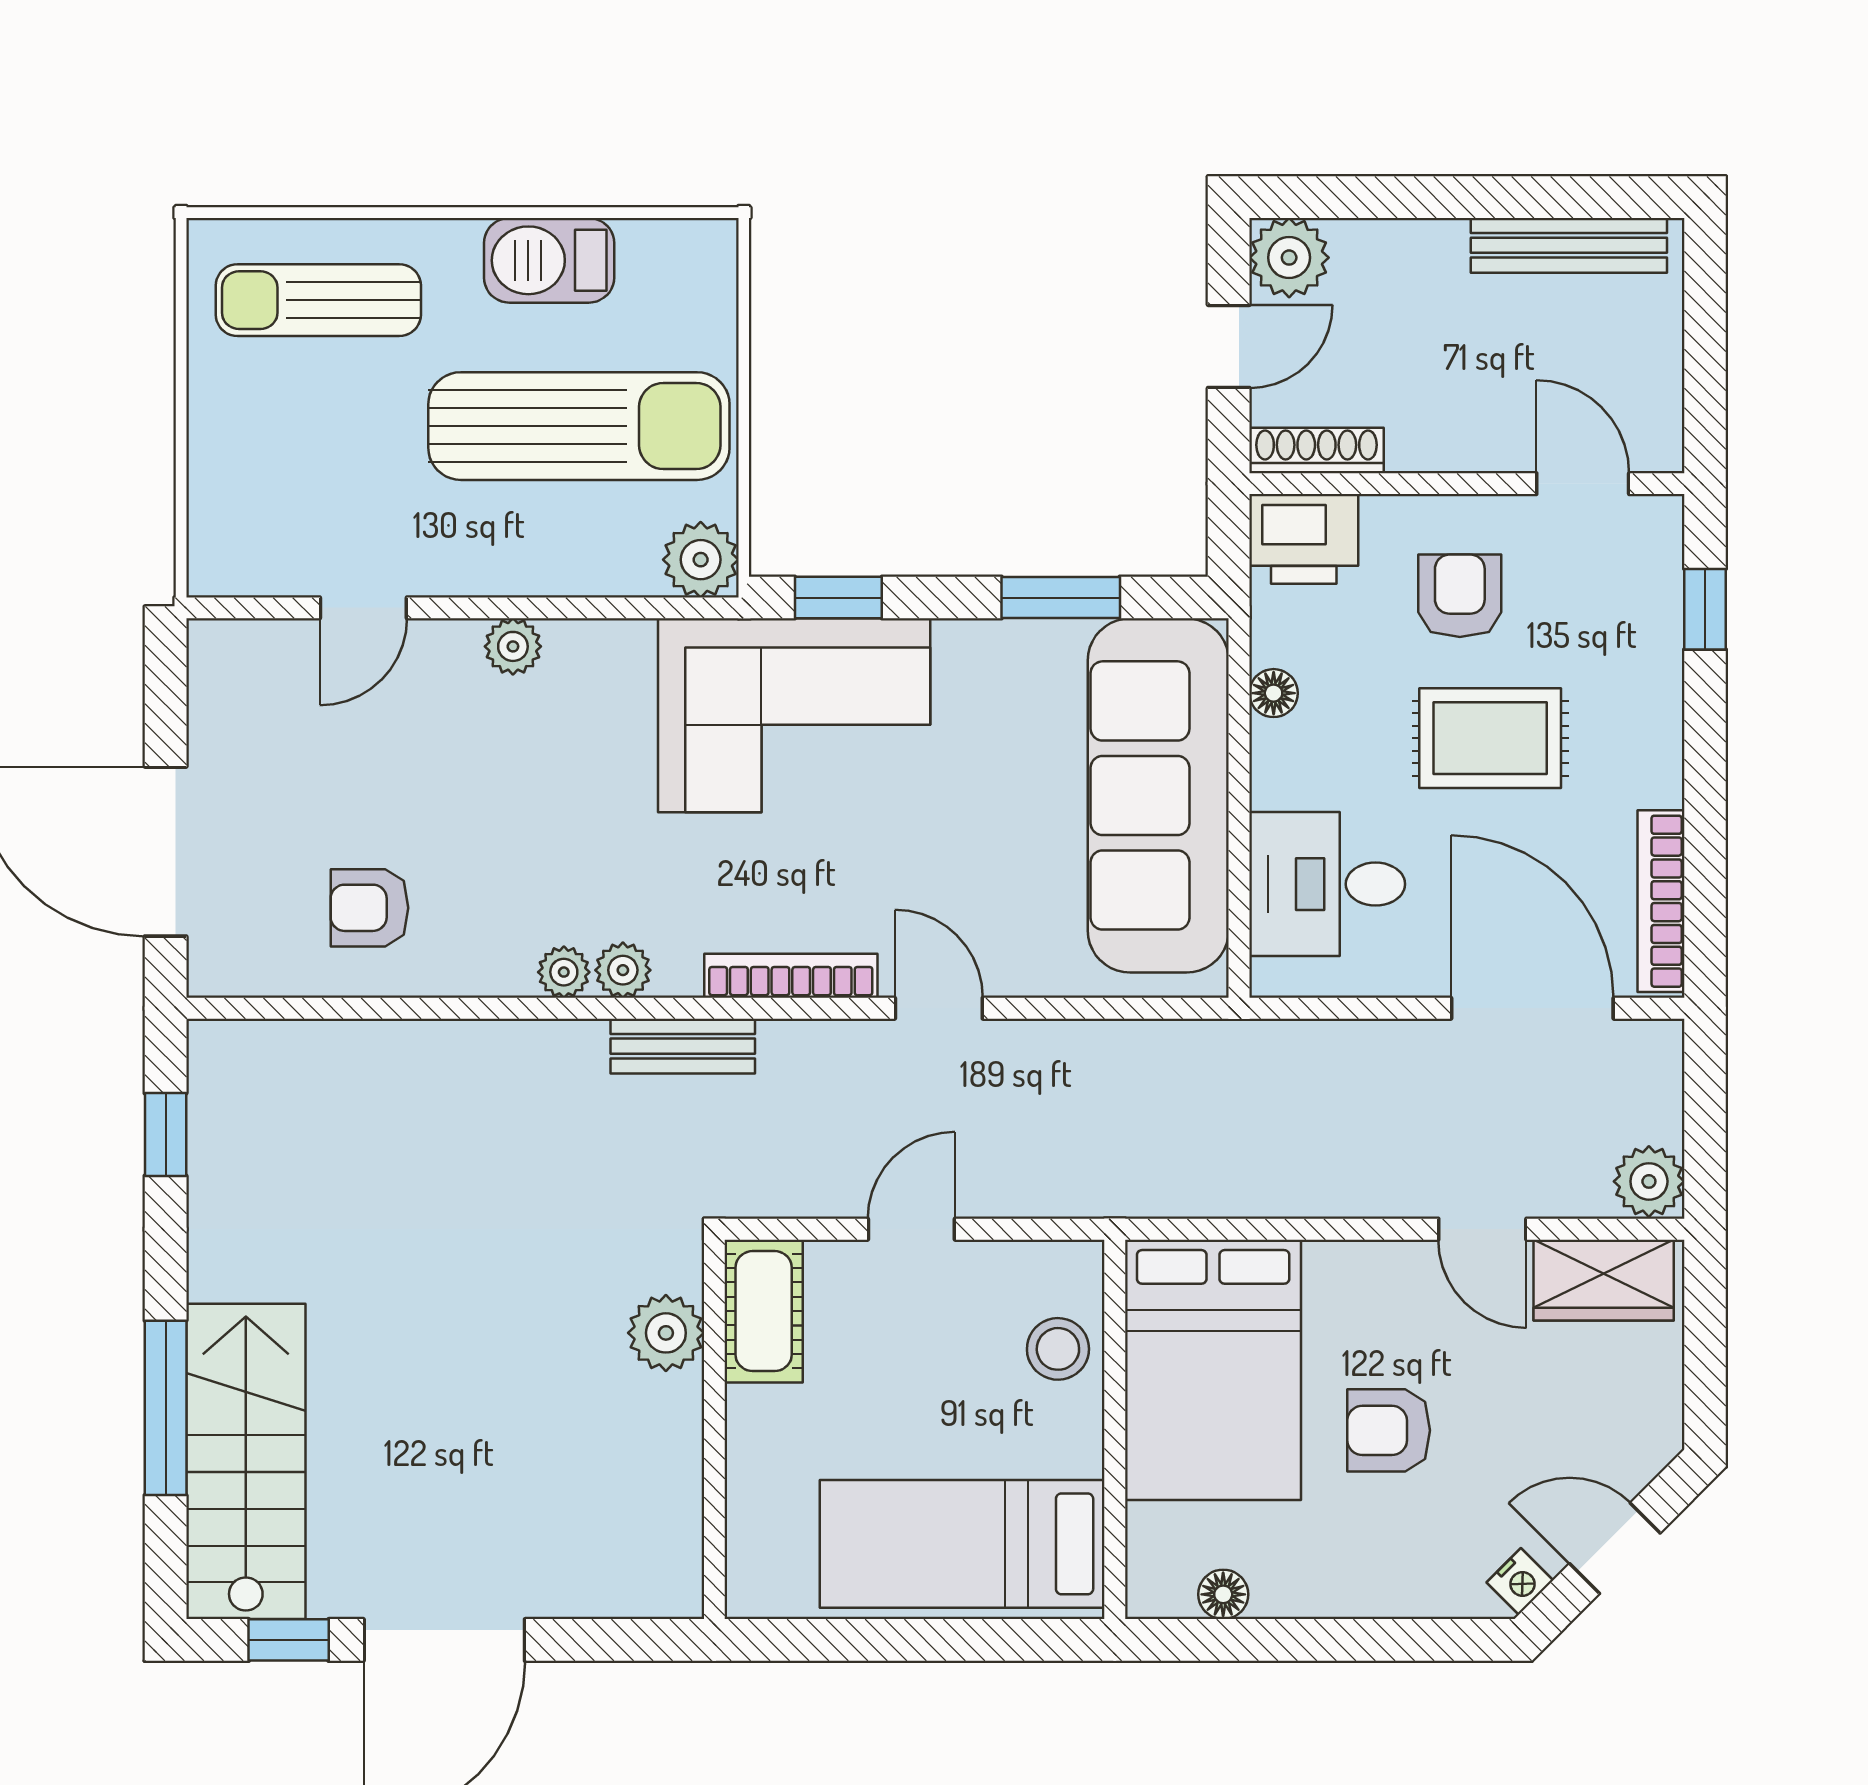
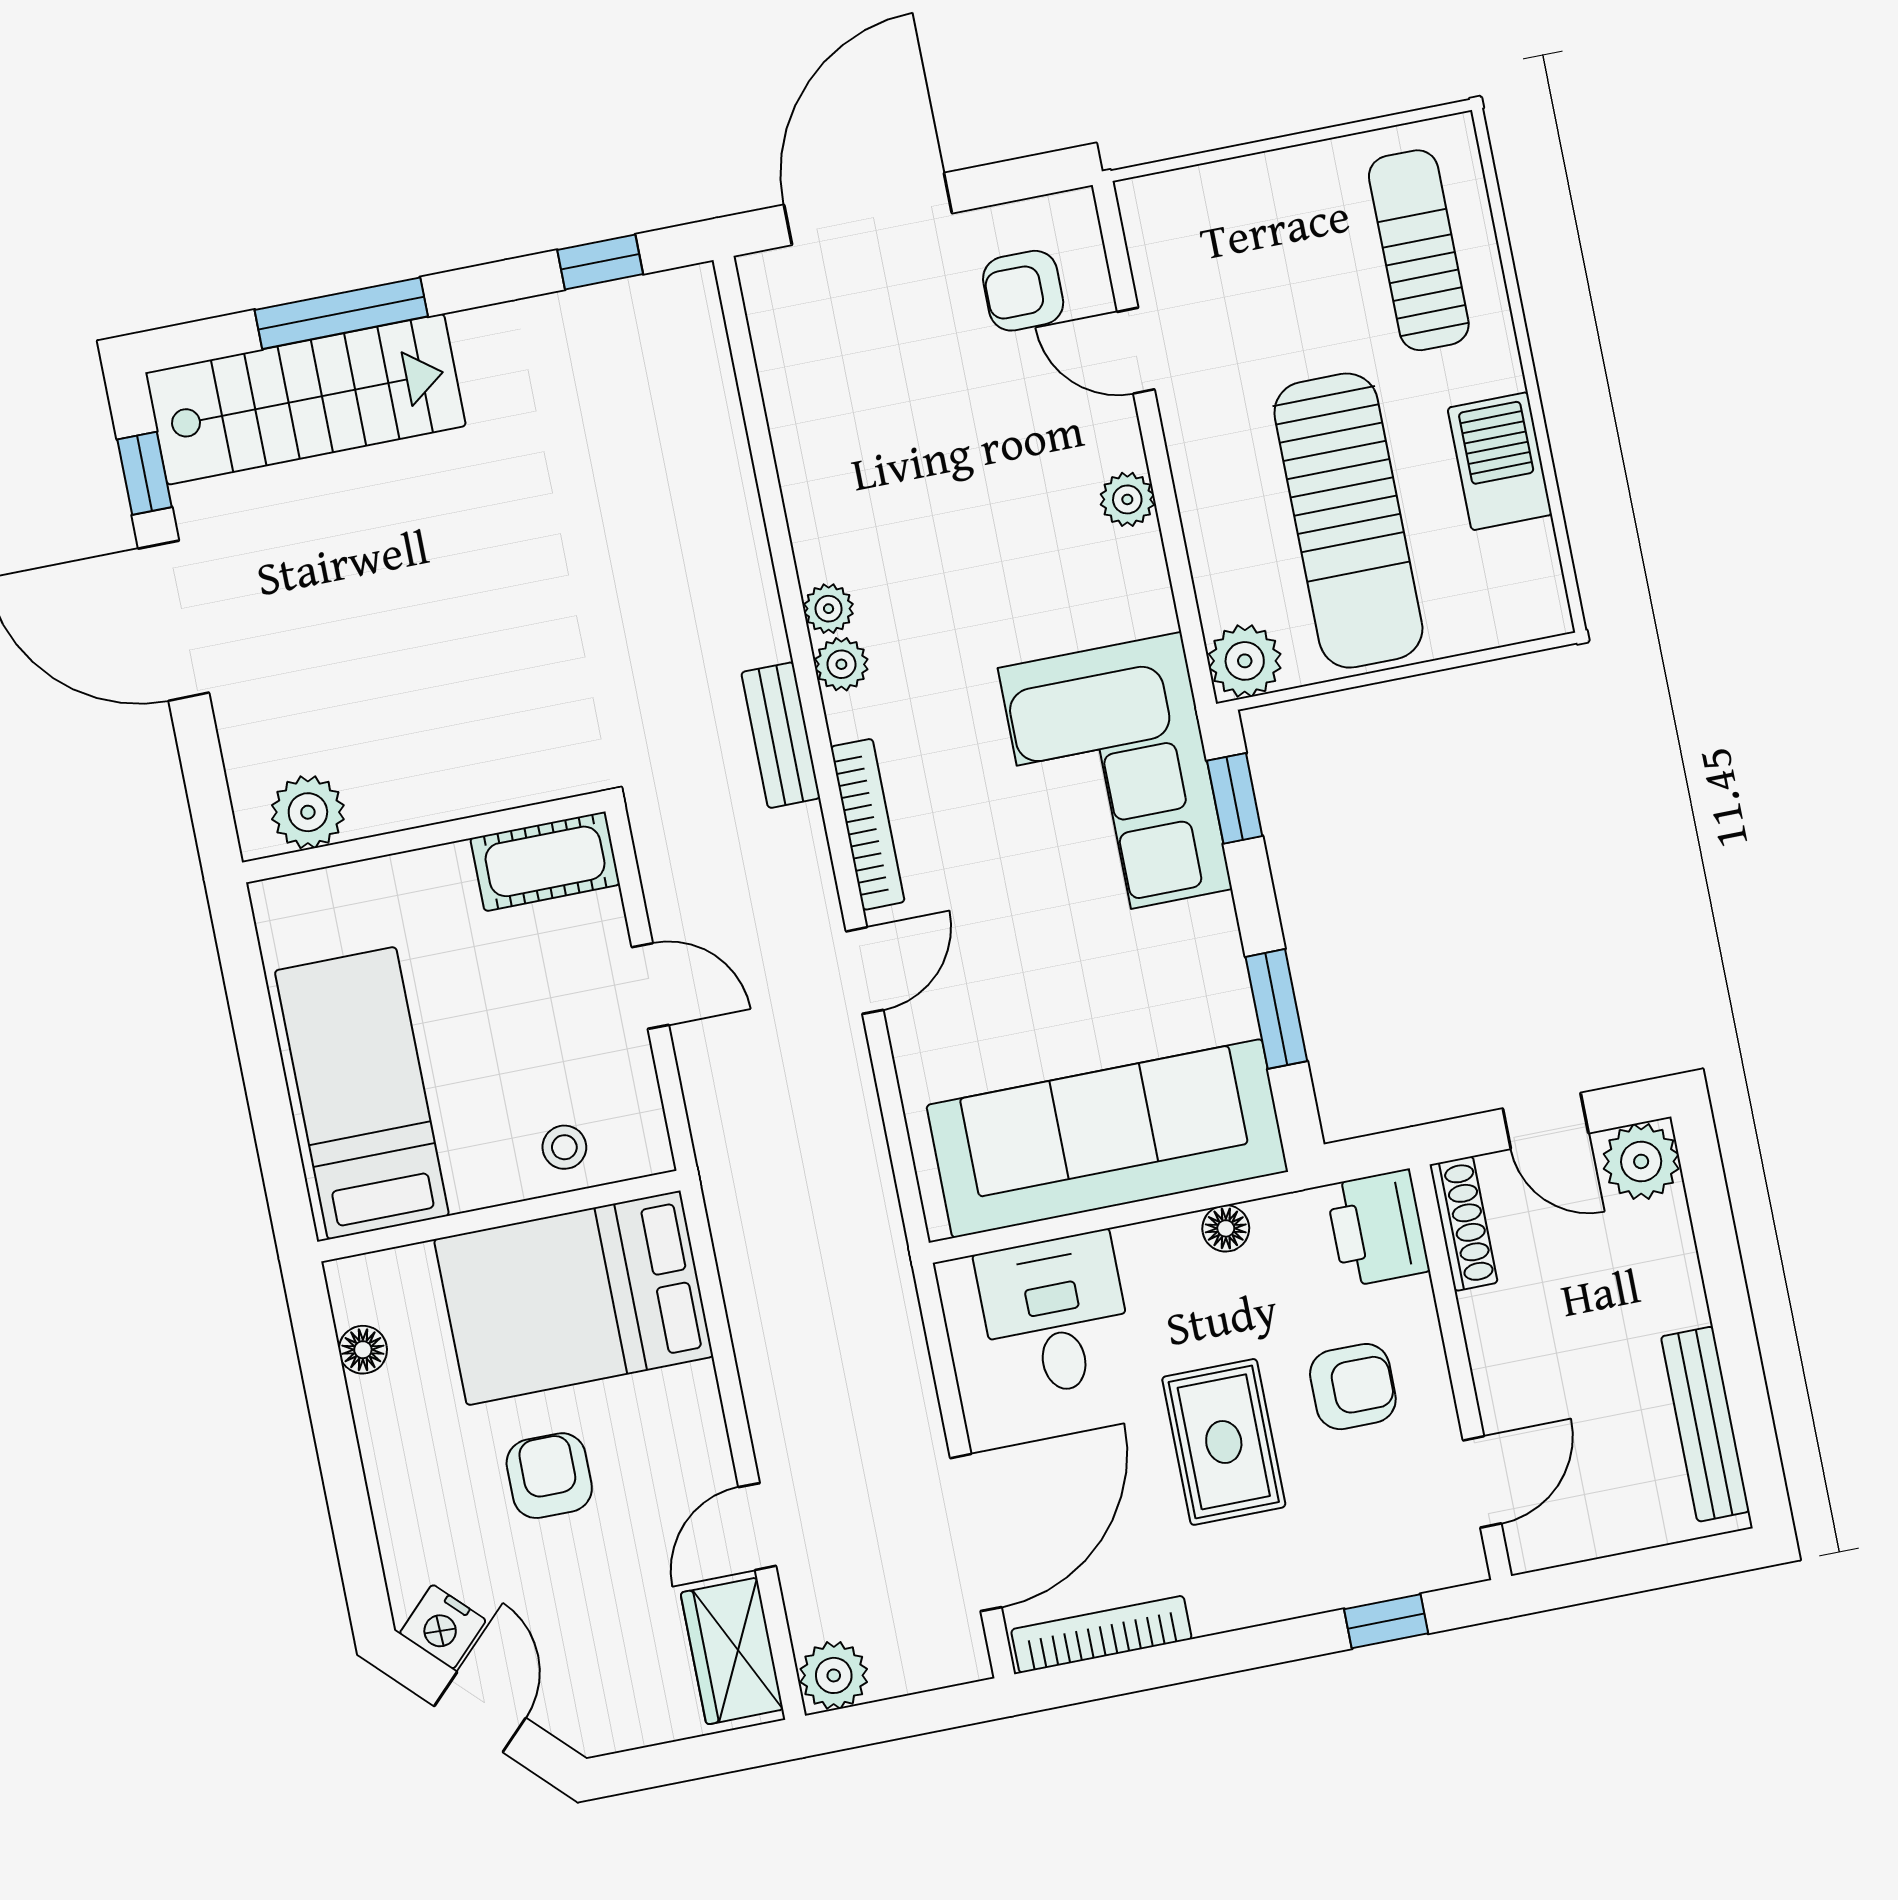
armchair: (370, 908) -> (1023, 291), moved, turned -90
plant: (666, 1333) -> (308, 812), moved
stool: (1058, 1349) -> (564, 1147), width x0.73, depth x0.73
nightstand: (1520, 1581) -> (443, 1627), width x1.39, depth x1.35

